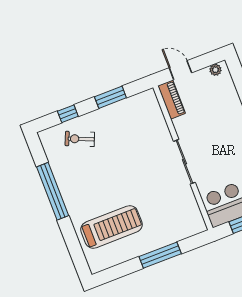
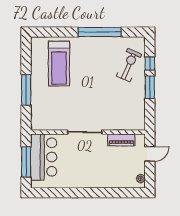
window: (110, 97) -> (150, 87), moved
piano: (172, 100) -> (121, 140), moved
exercise bike: (80, 139) -> (129, 65), width x1.38, depth x1.39

